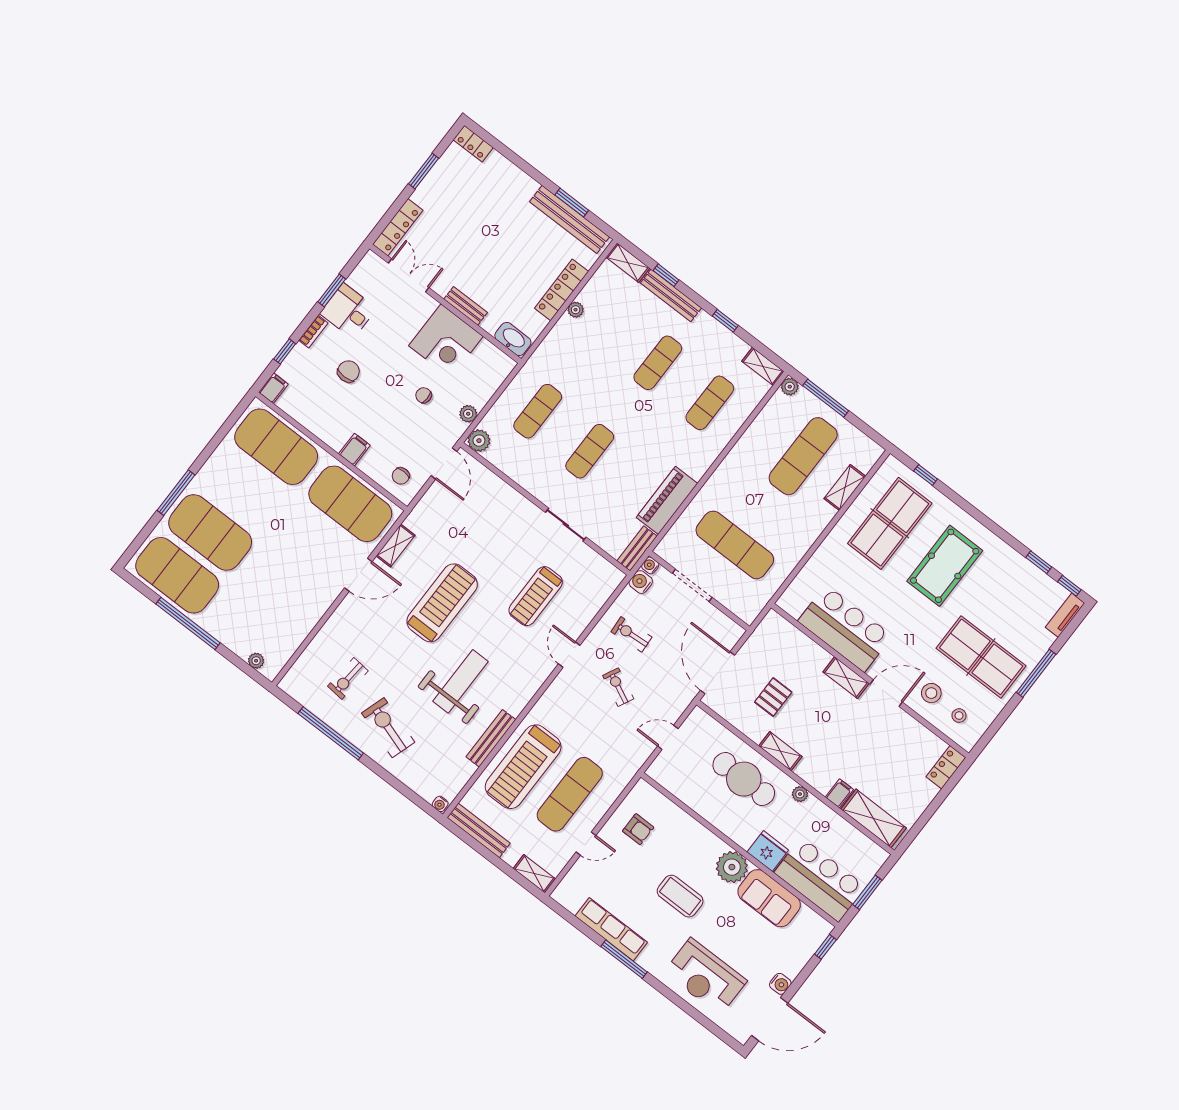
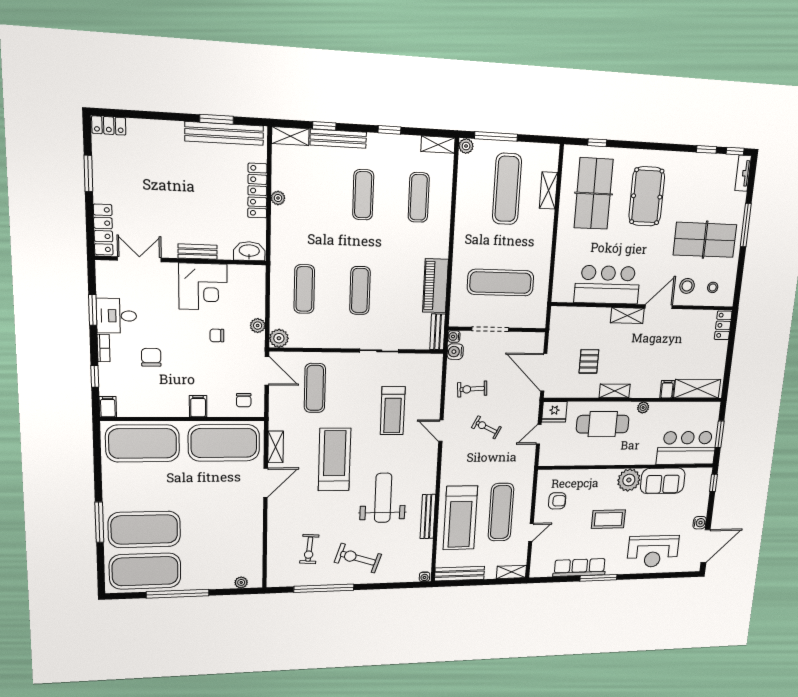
exercise mat: (477, 515) -> (315, 388), added
fridge: (768, 851) -> (554, 412), moved, turned 180

